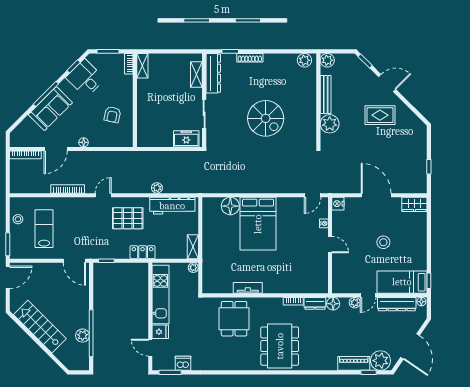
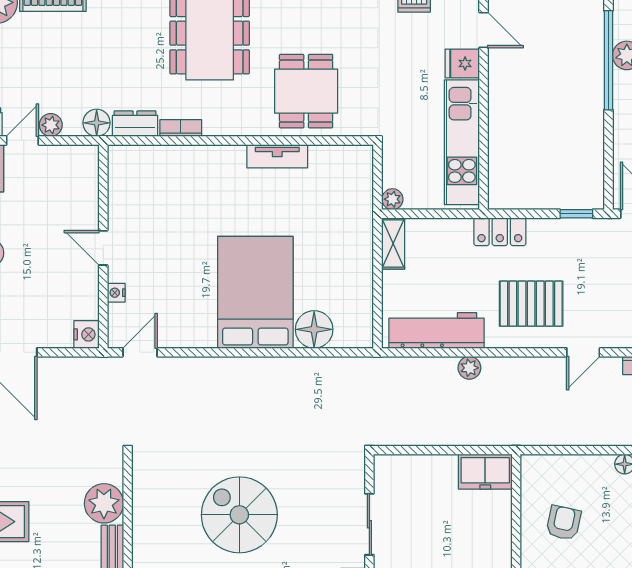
freezer: (186, 139) -> (485, 472), moved

